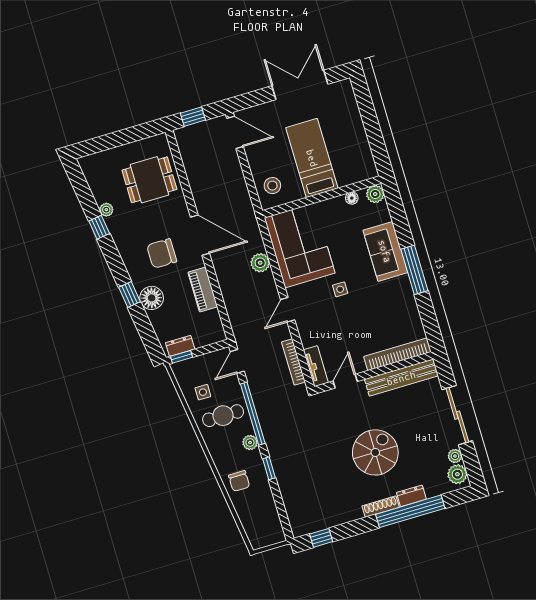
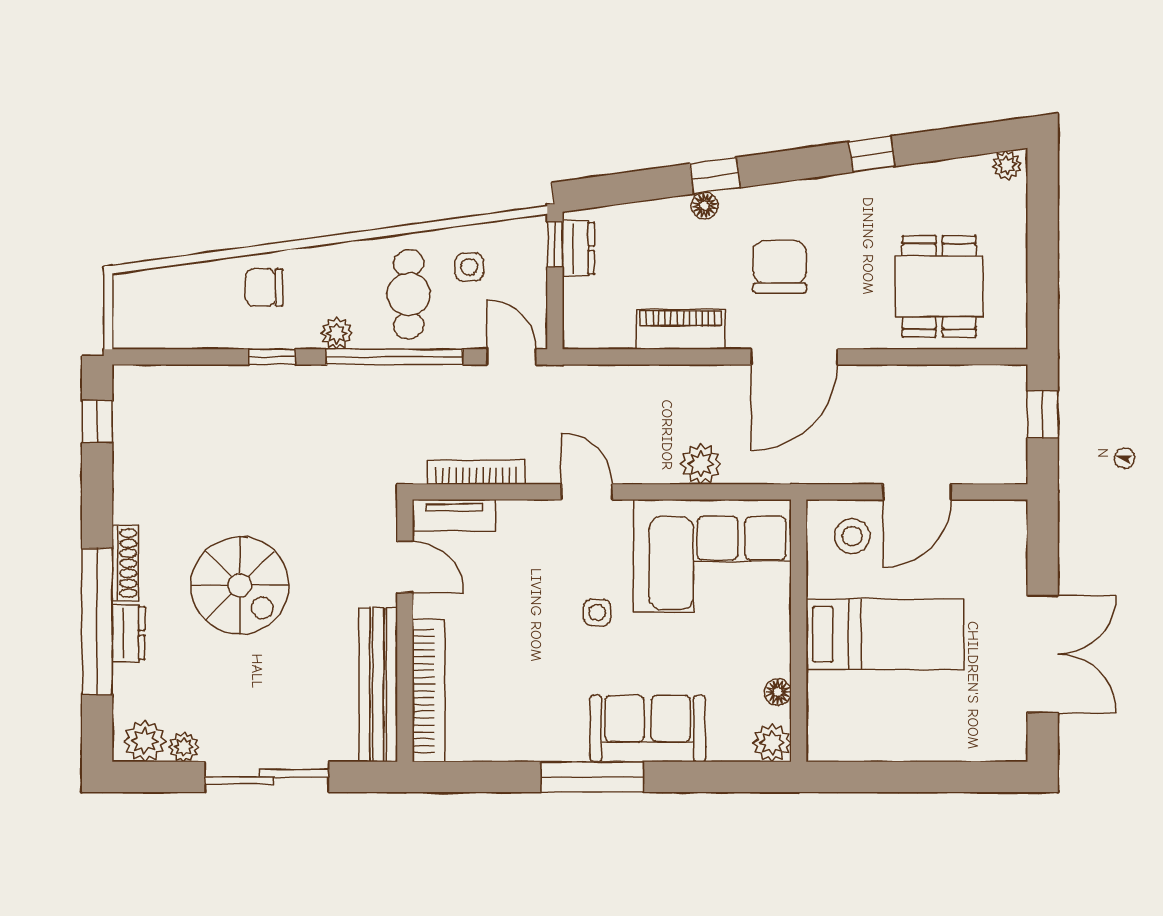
door: (235, 132) -> (917, 492), moved
plant: (106, 210) -> (1007, 165), moved
floor lamp: (152, 298) -> (705, 206), width x0.53, depth x0.53

